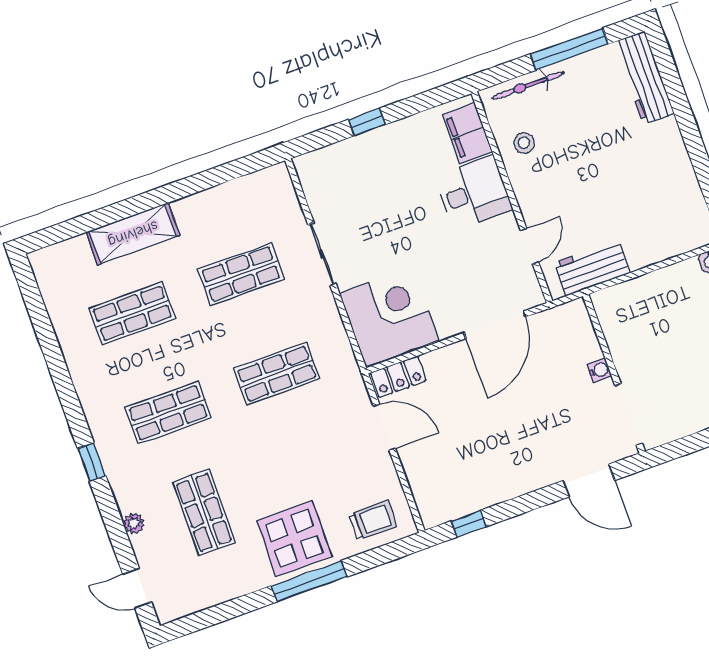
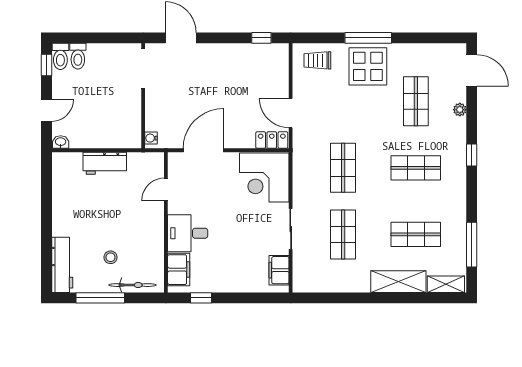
window: (367, 122) -> (201, 298), moved
stool: (524, 143) -> (111, 257), moved
filing cabinet: (317, 186) -> (279, 270), added
shelving: (61, 255) -> (446, 284), added
workbench: (592, 268) -> (105, 163), moved
shop shelf: (241, 274) -> (343, 234), turned 90
window: (43, 328) -> (472, 245), added
water cooler: (599, 370) -> (151, 138), moved
shop shelf: (277, 374) -> (343, 168), turned 90
door: (137, 588) -> (472, 70), width x1.38

